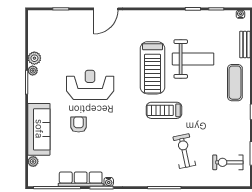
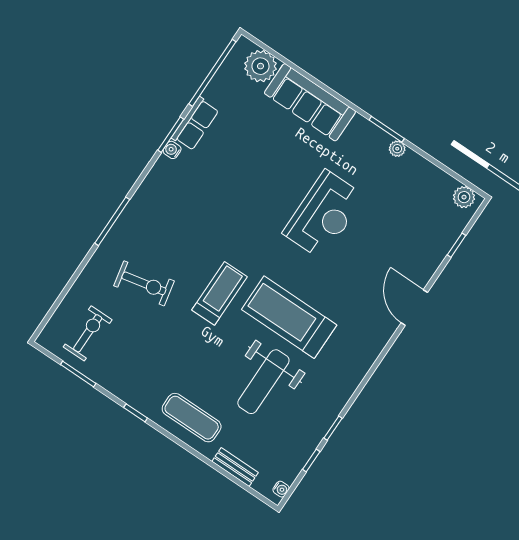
plant: (34, 58) -> (464, 197), moved
armchair: (79, 124) -> (280, 162), removed
plant: (33, 162) -> (260, 66), width x1.88, depth x1.88
row of seats: (81, 179) -> (195, 124), width x0.68

